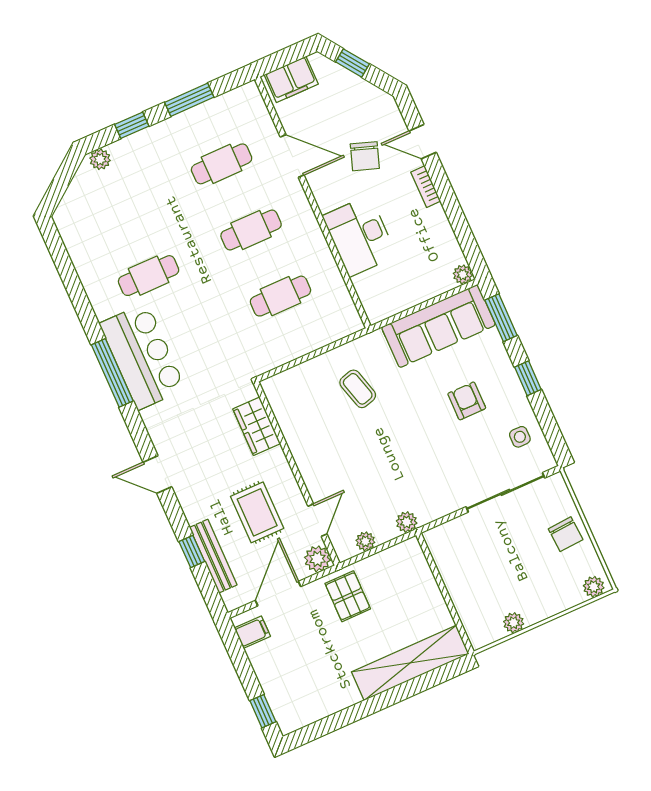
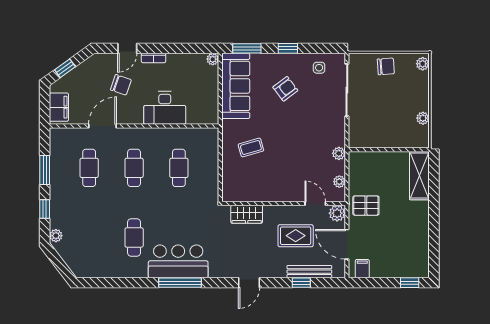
armchair: (467, 401) -> (285, 89), turned 143
shelving: (410, 663) -> (419, 176), width x0.68

